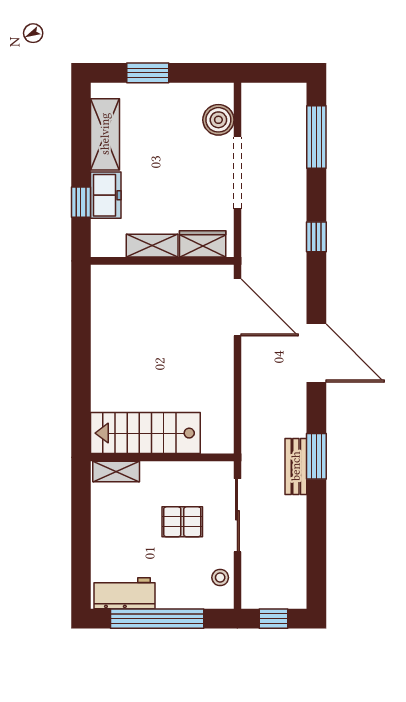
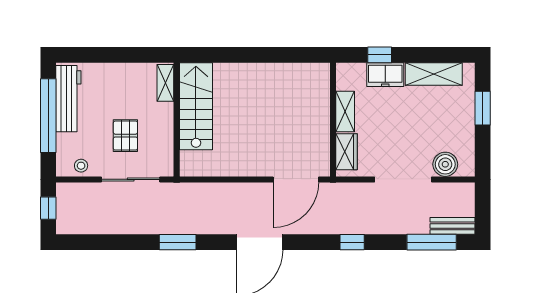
bench: (296, 466) -> (453, 226), moved
workbench: (125, 593) -> (68, 99), width x1.38

